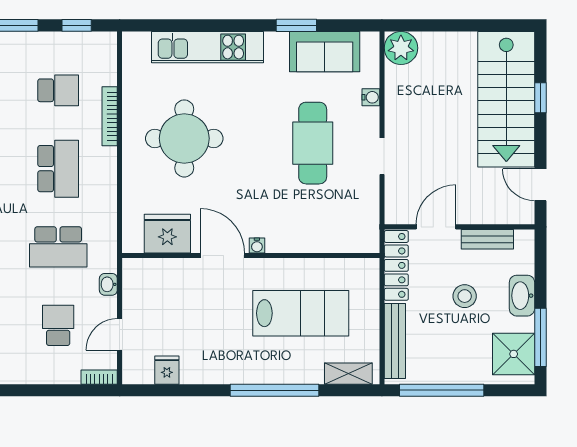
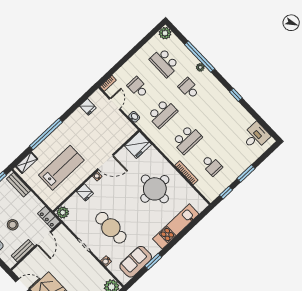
school desk: (58, 90) -> (212, 165), turned -90
school desk: (58, 169) -> (187, 139), turned -90
fridge: (167, 234) -> (138, 145), moved
fridge: (301, 238) -> (85, 192), added
plant: (366, 240) -> (63, 213), added
school desk: (58, 247) -> (162, 113), turned 180
locker: (396, 265) -> (49, 218), width x0.66
lab bench: (301, 313) -> (61, 168), turned 180
school desk: (58, 325) -> (138, 88), turned 180
bench: (395, 341) -> (18, 185), width x0.73

